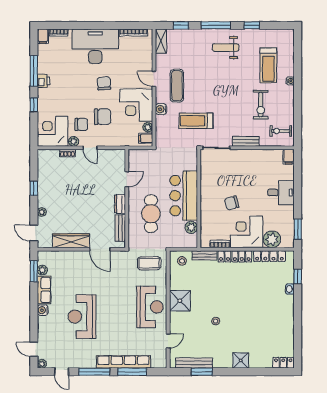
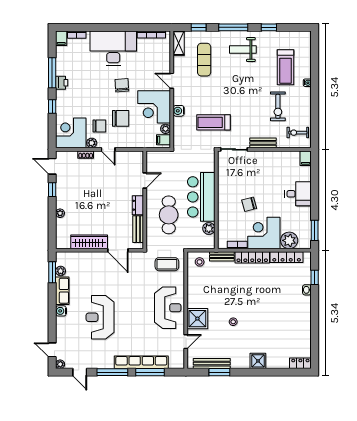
exercise mat: (177, 86) -> (204, 60), moved
door: (34, 233) -> (52, 166), moved
shower: (180, 301) -> (197, 319), moved

